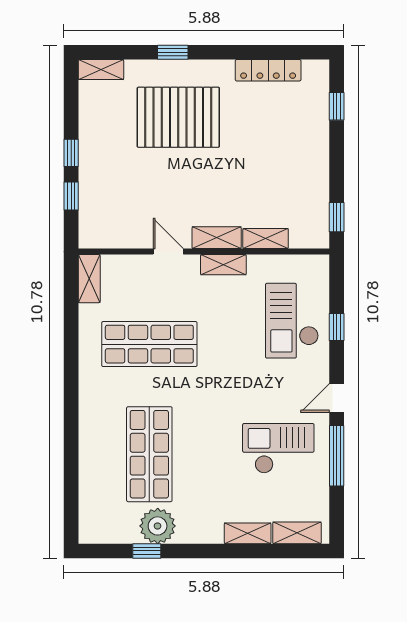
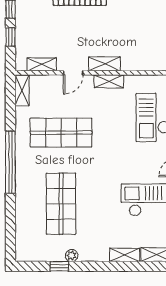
shelving: (266, 239) -> (42, 64), moved
door: (168, 252) -> (73, 73), swing flipped
window: (71, 390) -> (10, 162), added
plant: (158, 526) -> (72, 256), width x0.53, depth x0.53

